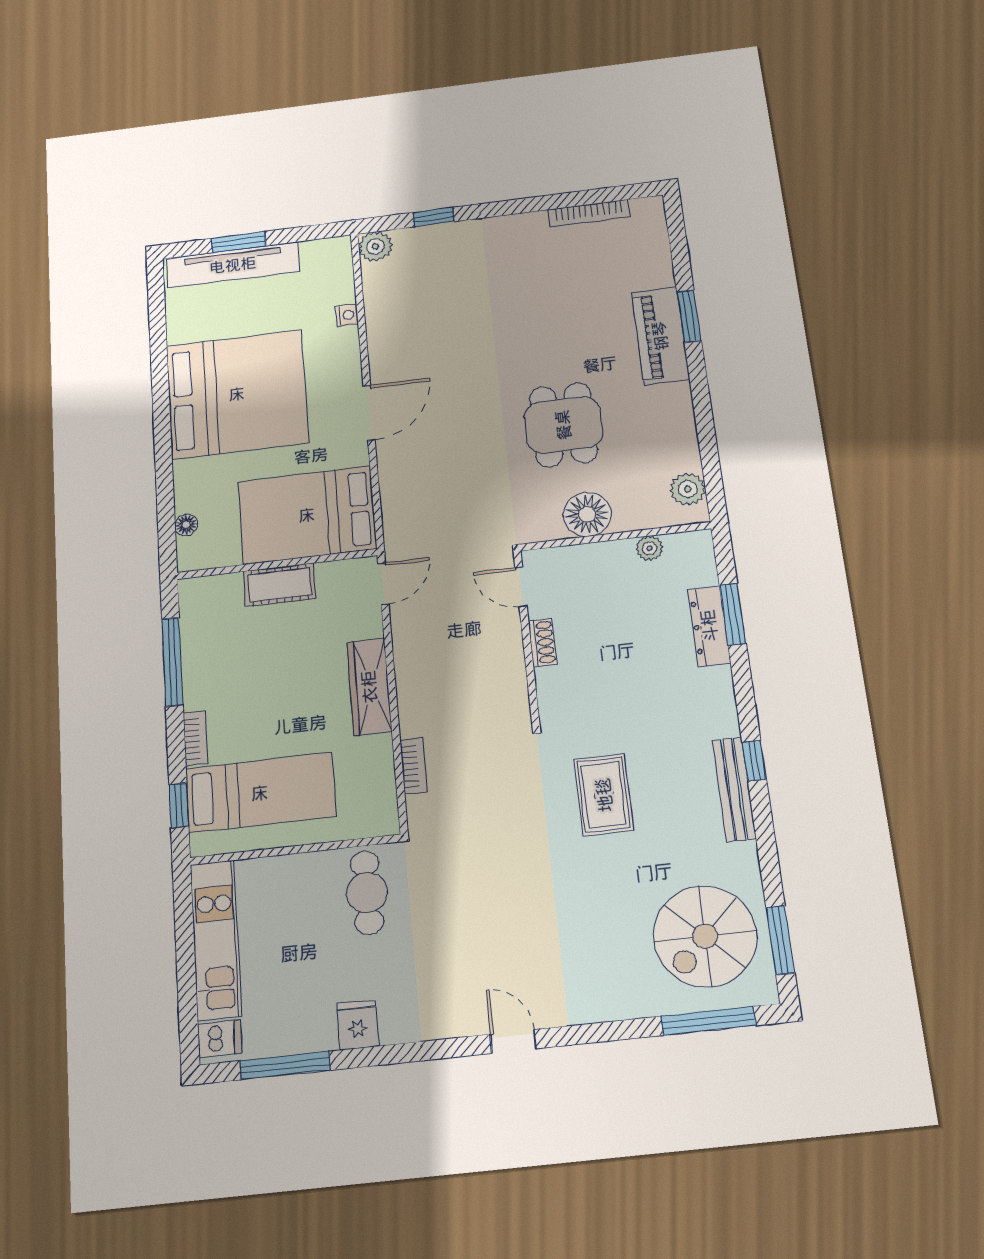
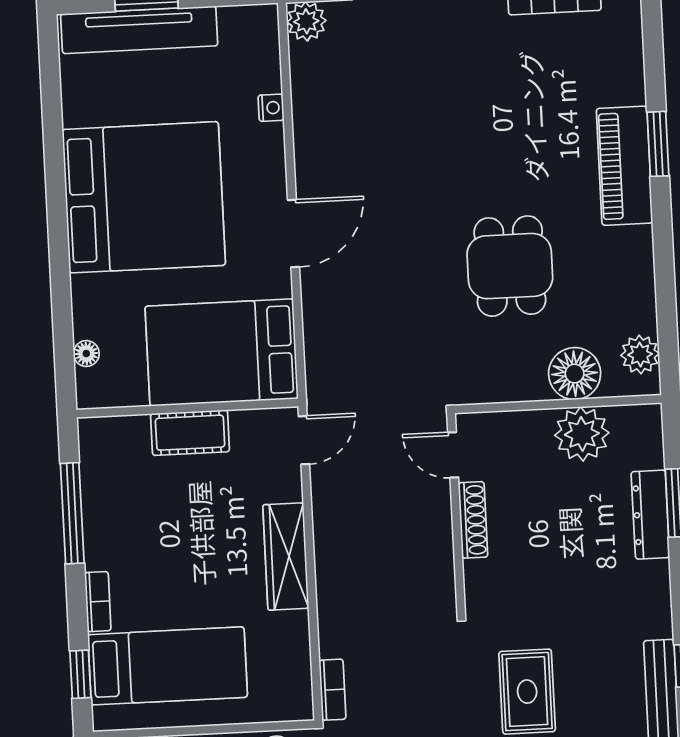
floor lamp: (587, 514) -> (575, 374), moved
plant: (649, 548) -> (582, 434), width x1.87, depth x1.87
shoe rack: (543, 642) -> (473, 520), width x1.43
bookcase: (413, 766) -> (332, 690), moved

